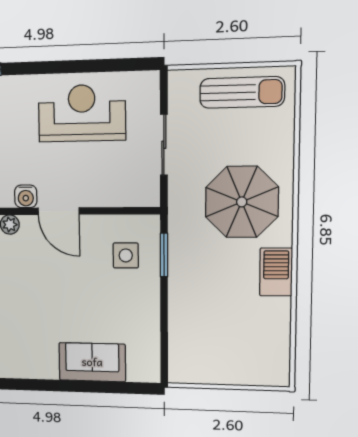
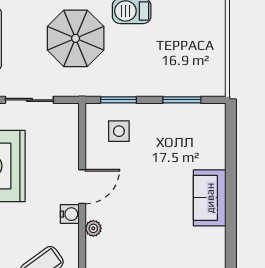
window: (164, 331) -> (182, 100), added
sofa: (92, 362) -> (210, 198), moved

